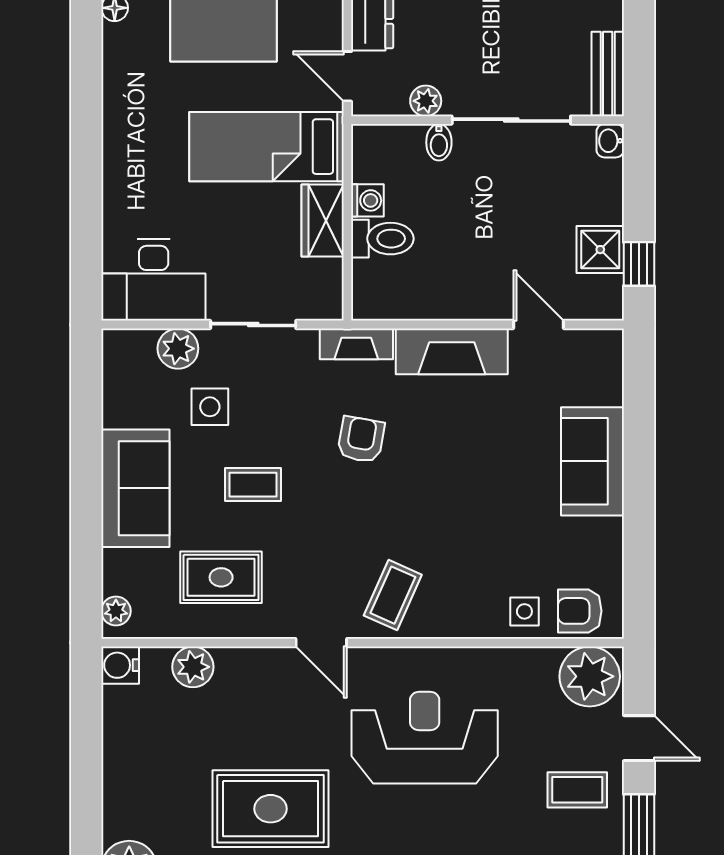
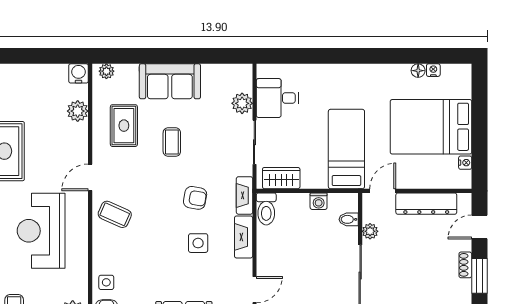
bidet: (439, 142) -> (349, 219), moved
wardrobe: (323, 220) -> (281, 178), moved
toilet: (382, 239) -> (266, 209), moved
desk: (154, 280) -> (278, 98), width x0.73
fireplace: (452, 351) -> (244, 237), width x0.73, depth x0.76
side table: (210, 407) -> (198, 243), moved
reception desk: (425, 738) -> (41, 231), turned 180

